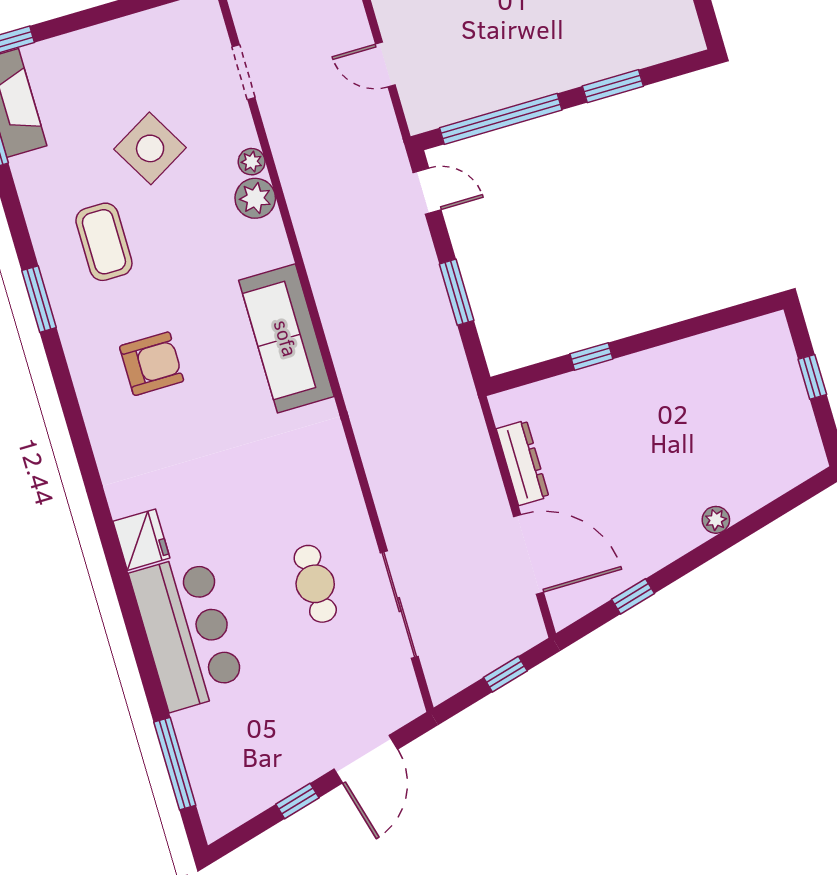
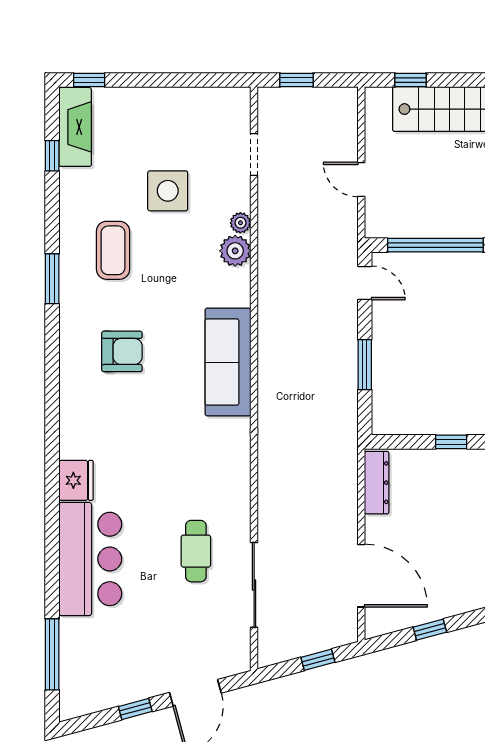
side table: (150, 148) -> (168, 191), turned 30
dresser: (523, 463) -> (377, 483), moved

